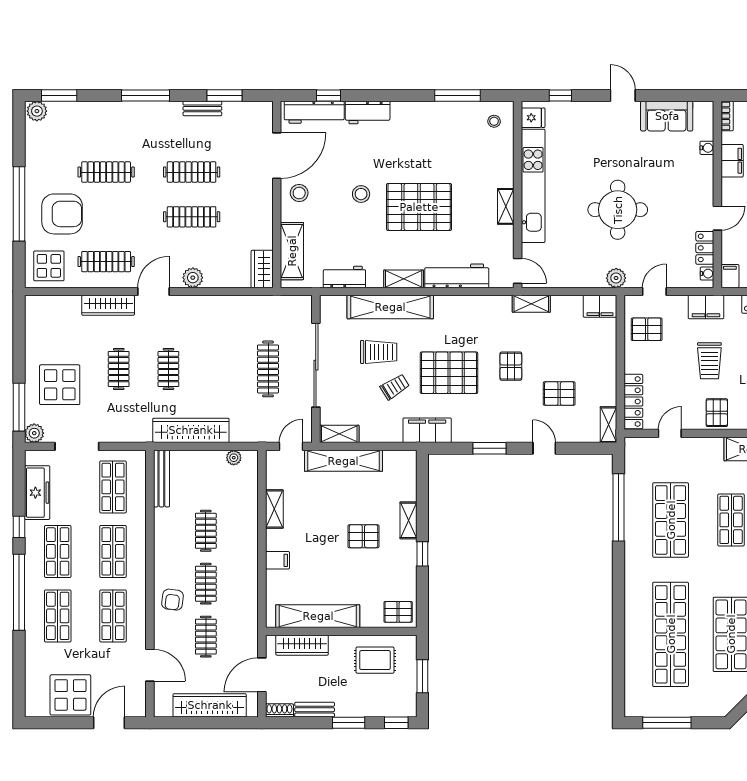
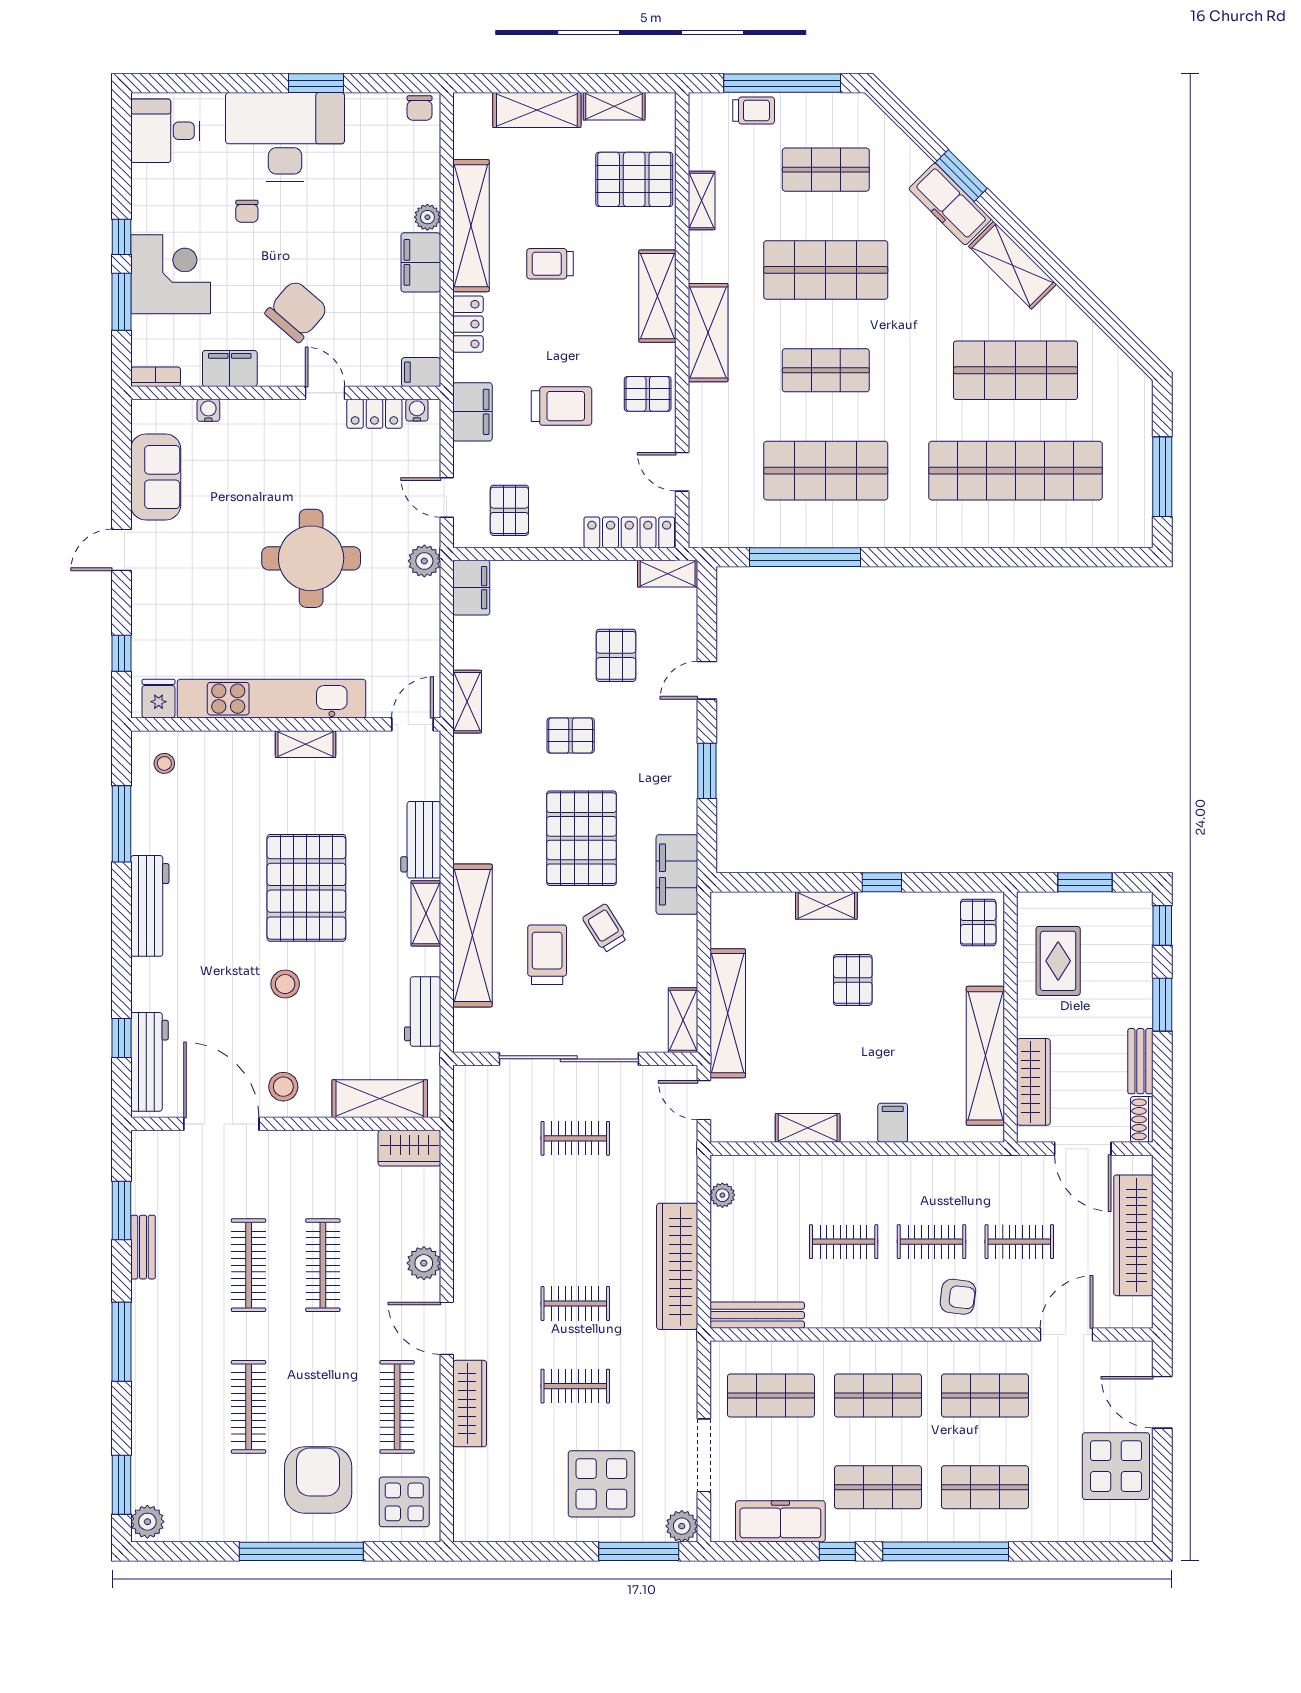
workbench: (368, 112) -> (150, 906), moved, width x1.38
workbench: (457, 276) -> (421, 840), width x0.73
clothes rail: (268, 369) -> (575, 1138), width x0.73

